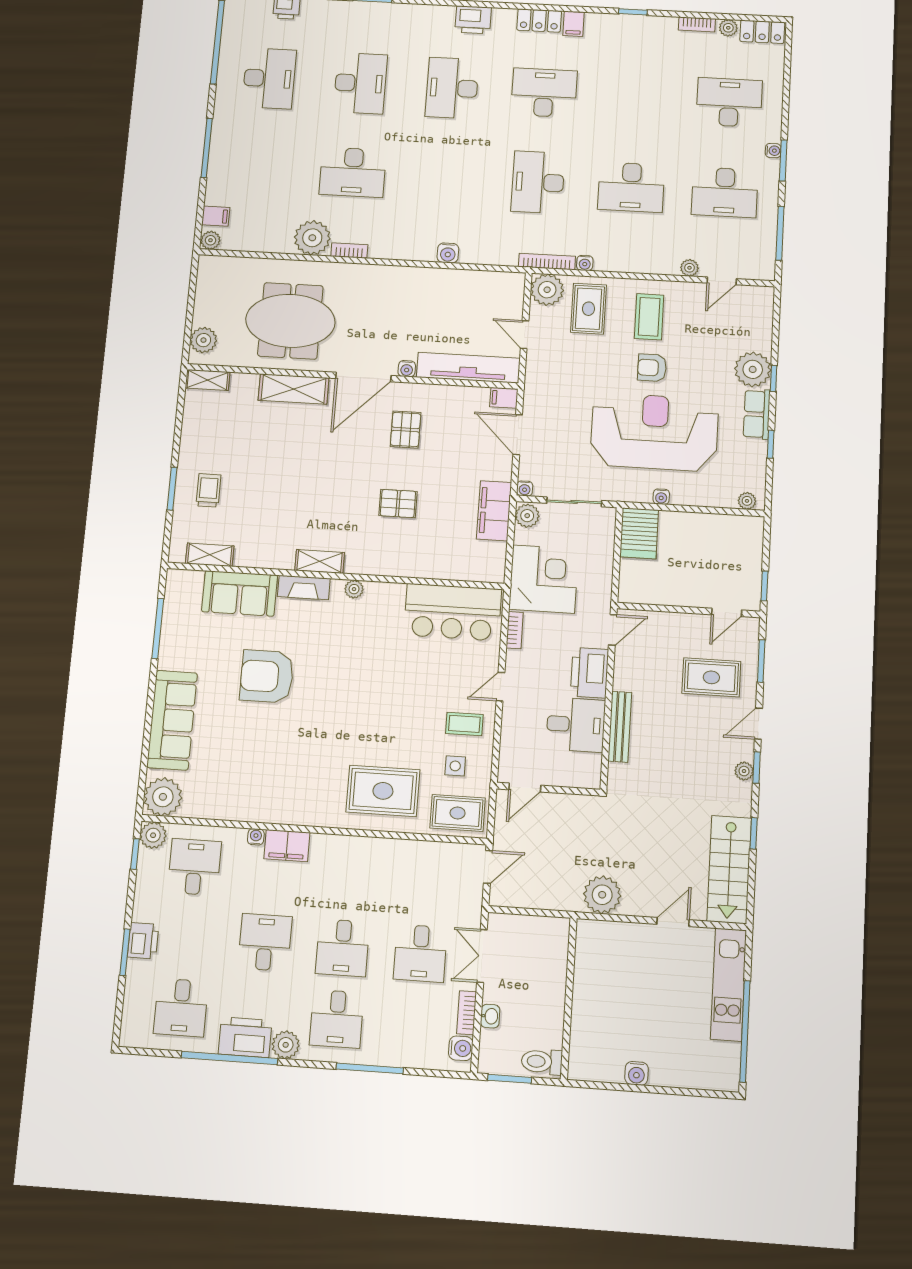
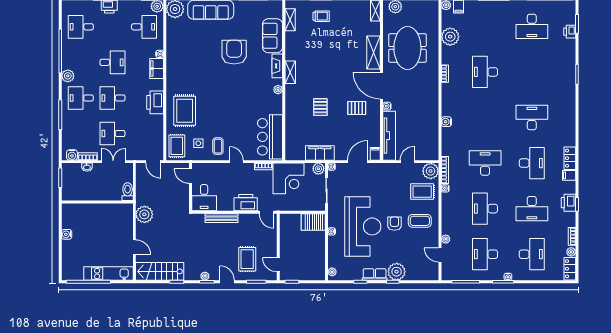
printer: (473, 20) -> (568, 203), moved
desk: (360, 83) -> (532, 209), moved
plant: (312, 238) -> (450, 37), moved
desk: (576, 725) -> (204, 198), moved
printer: (245, 1037) -> (155, 102), moved, turned 180
toilet: (542, 1062) -> (128, 192), moved

